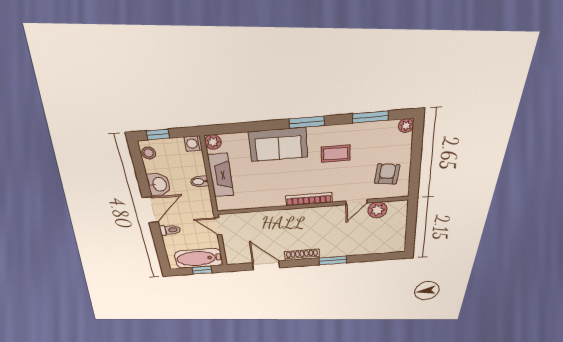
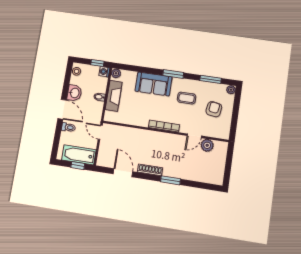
window: (158, 134) -> (97, 63), moved
armchair: (387, 174) -> (214, 109), moved
door: (150, 210) -> (62, 109), hinge flipped

